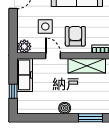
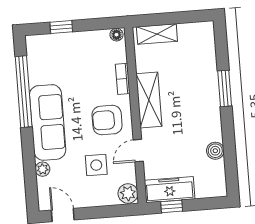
window: (13, 91) -> (172, 206), moved
boiler: (65, 108) -> (215, 151), moved

